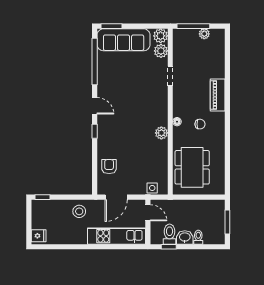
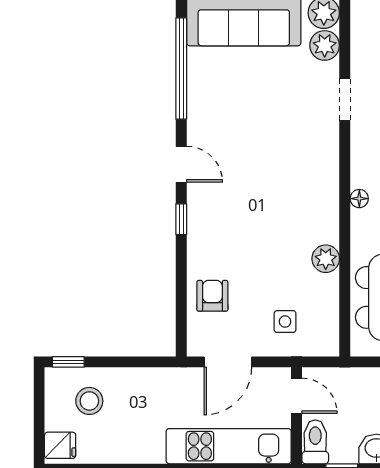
plant: (161, 133) -> (326, 259), moved
side table: (152, 188) -> (285, 322), moved
stool: (79, 211) -> (89, 401), moved
toilet: (170, 234) -> (315, 442), moved

